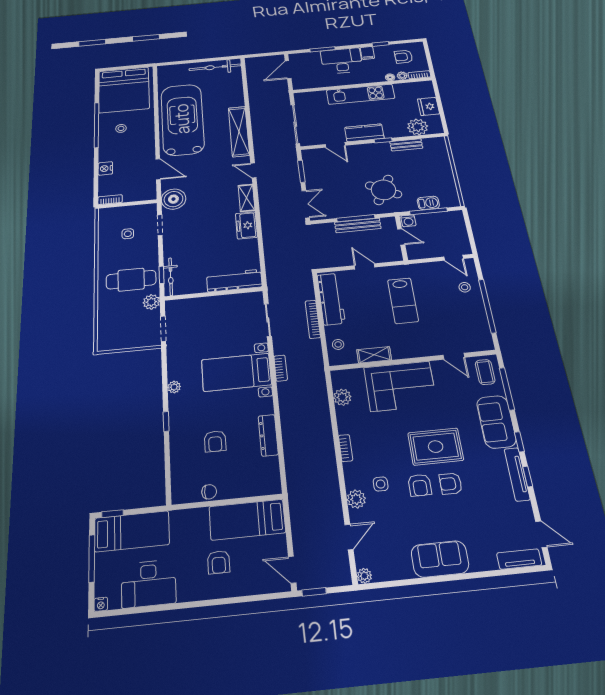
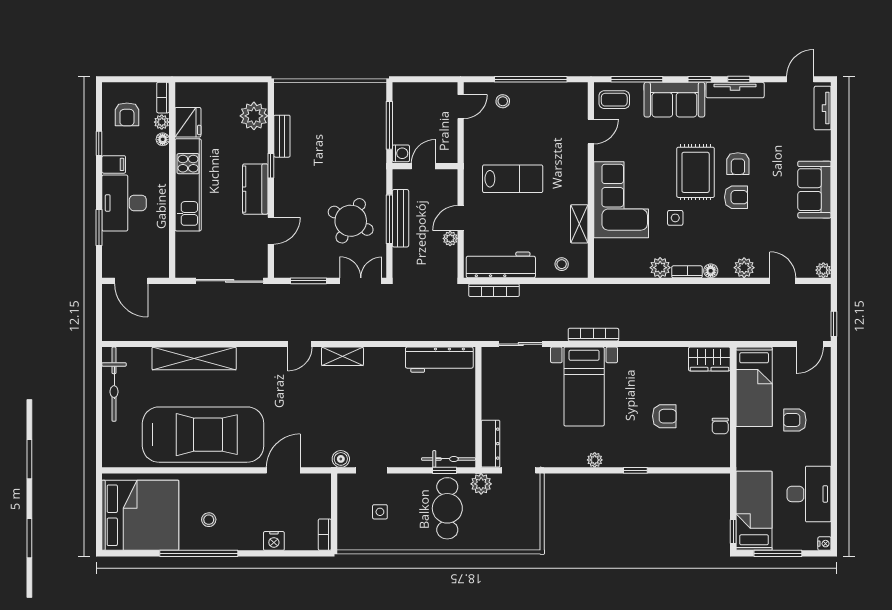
fridge: (428, 106) -> (188, 122), moved, turned -90
car: (182, 119) -> (203, 435), turned 180
shelving: (239, 131) -> (194, 358), moved
round table: (384, 190) -> (351, 221), moved
boiler: (173, 199) -> (341, 459), width x0.54, depth x0.54
barbecue: (428, 203) -> (377, 123), removed
freezer: (246, 225) -> (384, 360), removed
plant: (347, 261) -> (450, 238), added
workbench: (234, 281) -> (439, 360), moved, turned -90
bookcase: (313, 319) -> (494, 290), moved
bookcase: (281, 368) -> (593, 335), width x1.56
plant: (342, 397) -> (660, 268), moved
dresser: (268, 435) -> (491, 444), moved, turned -90
floor lamp: (349, 469) -> (711, 271), added
wardrobe: (269, 476) -> (709, 359), added
side table: (381, 484) -> (675, 218), moved
chair: (209, 492) -> (720, 426), turned 180
armchair: (219, 562) -> (795, 420), turned 180

